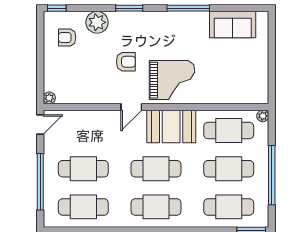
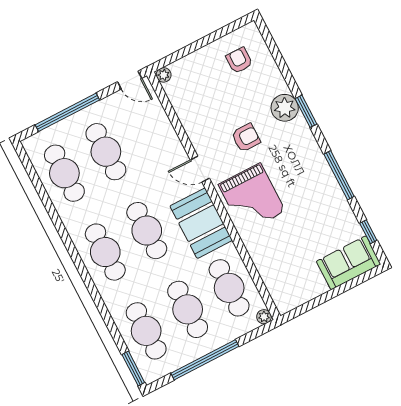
window: (57, 8) -> (368, 232), moved
plant: (97, 22) -> (285, 108), moved
sofa: (233, 25) -> (349, 263), moved, turned 90
armchair: (126, 62) -> (246, 138), turned -90

